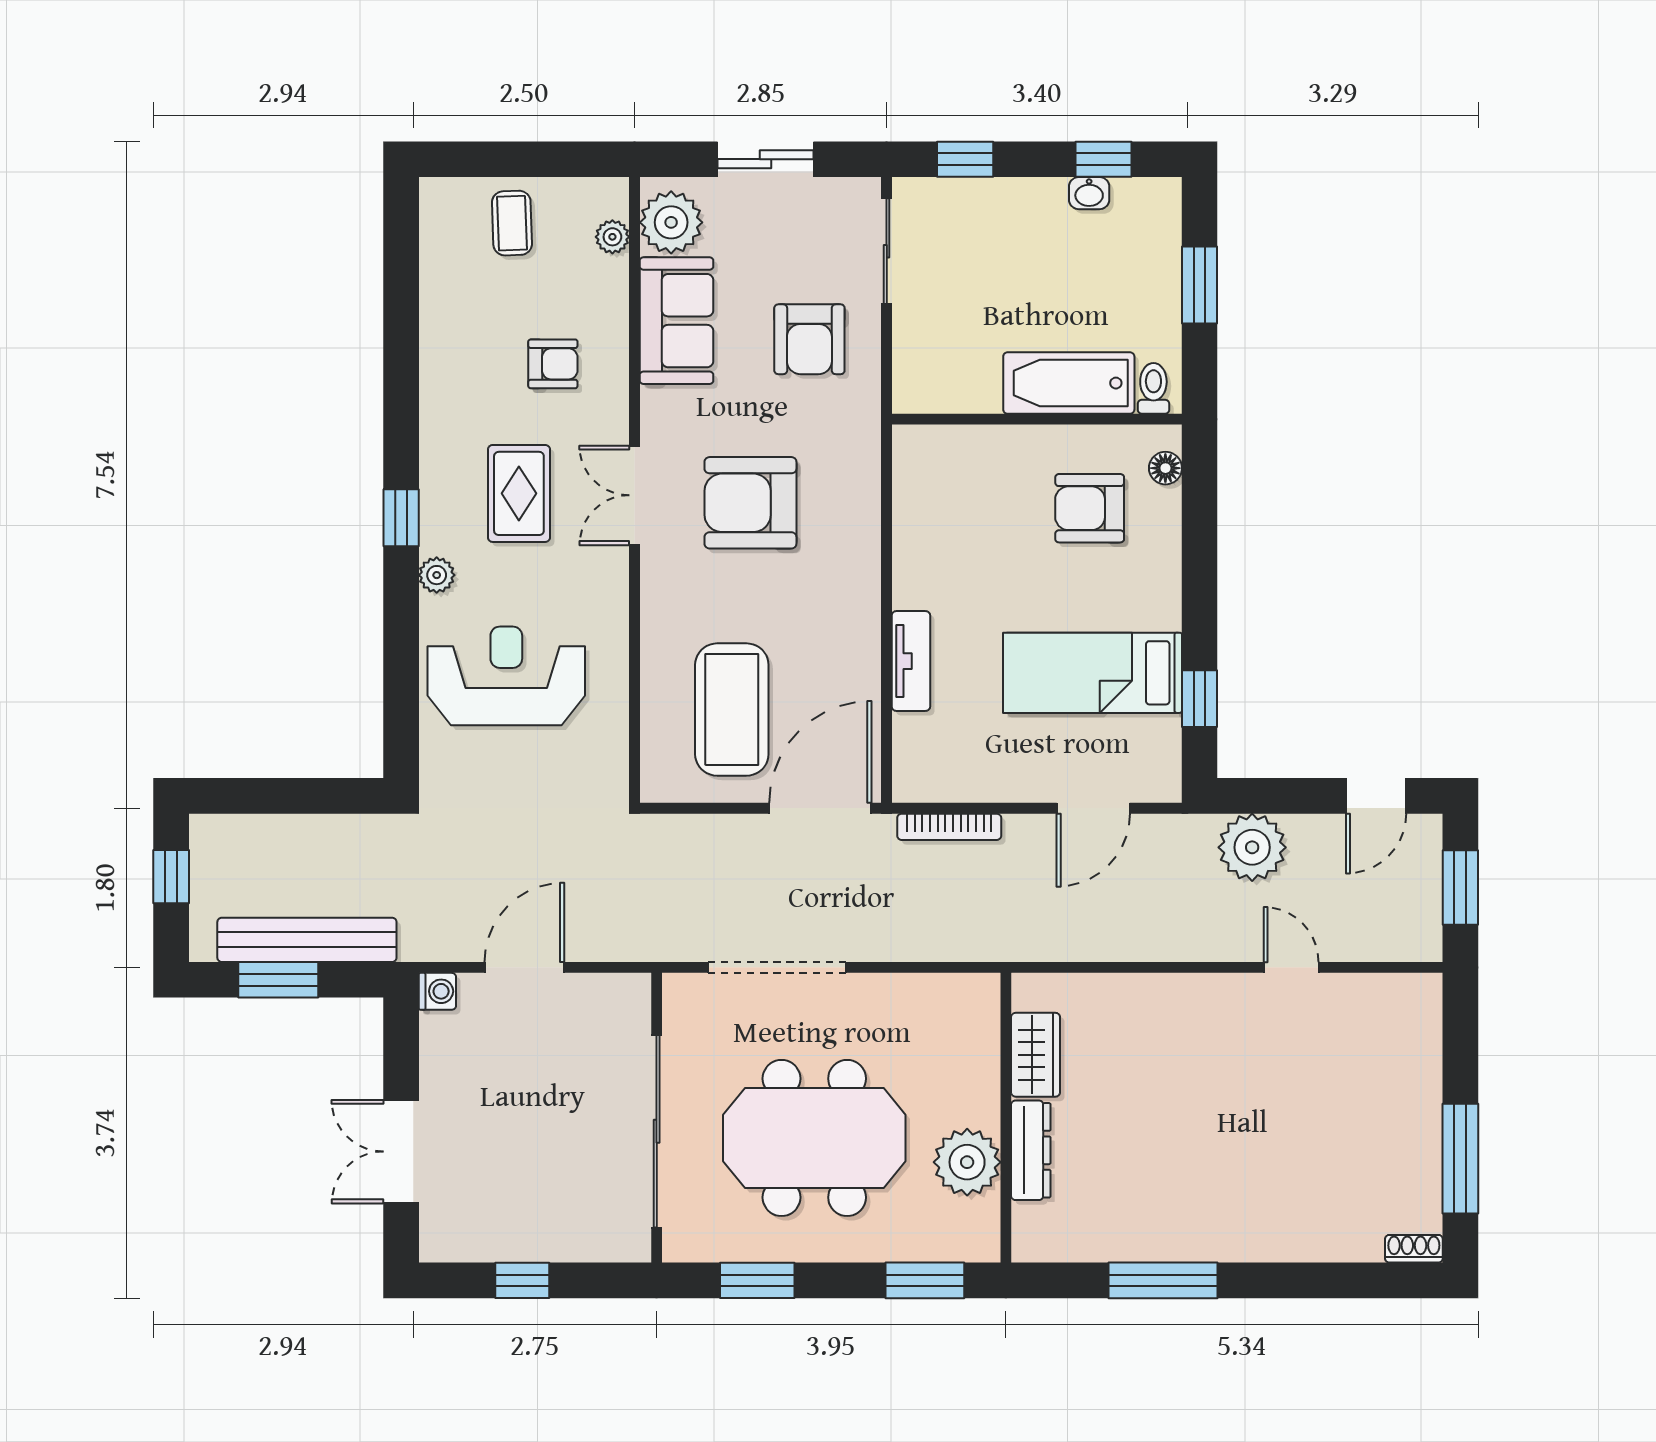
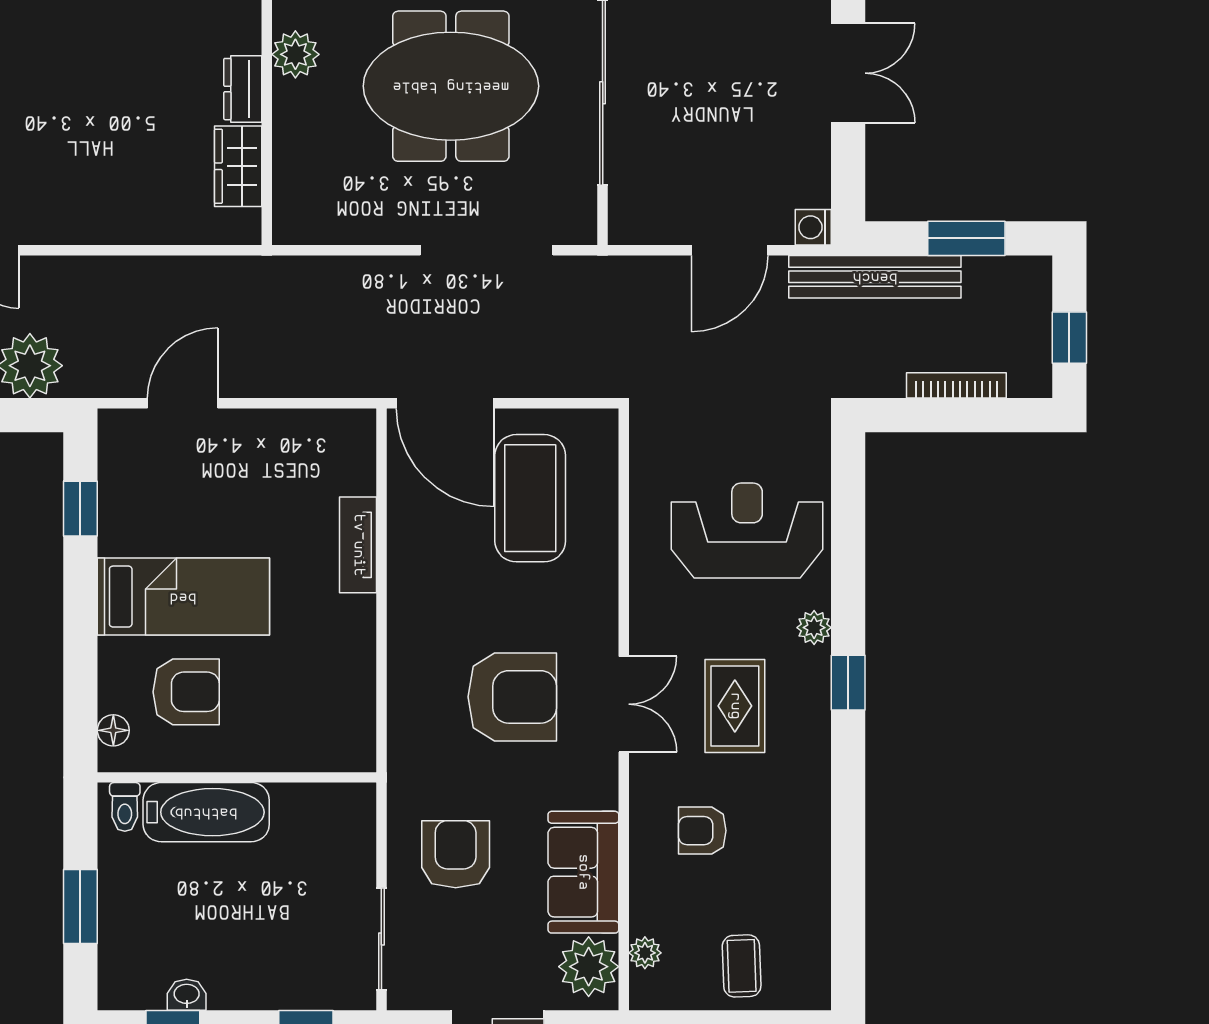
bed: (1092, 673) -> (183, 597), moved
reception desk: (506, 676) -> (747, 530), turned 180
door: (820, 808) -> (445, 403), hinge flipped
bookcase: (949, 827) -> (956, 385), moved
bench: (307, 940) -> (875, 277), moved
dresser: (1031, 1150) -> (243, 89), width x0.70
plant: (967, 1162) -> (295, 54), width x0.73, depth x0.73

